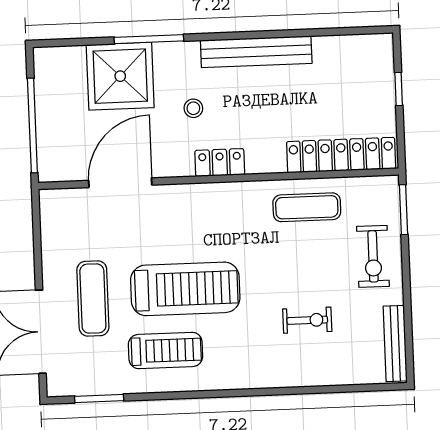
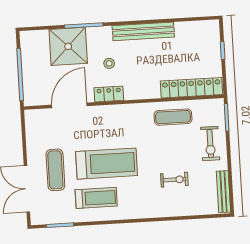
locker: (220, 163) -> (109, 94), moved

